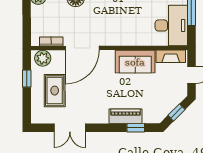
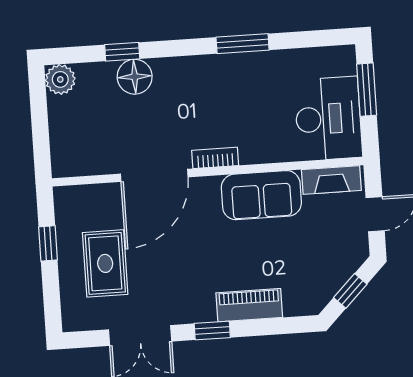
bookcase: (51, 41) -> (215, 158), moved
plant: (43, 58) -> (77, 201), removed
window: (136, 128) -> (212, 331), moved

